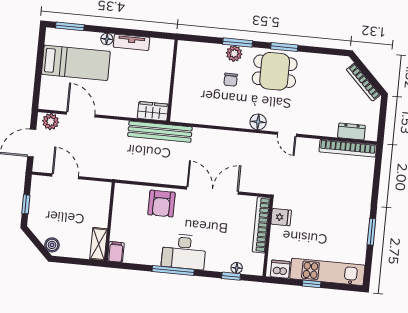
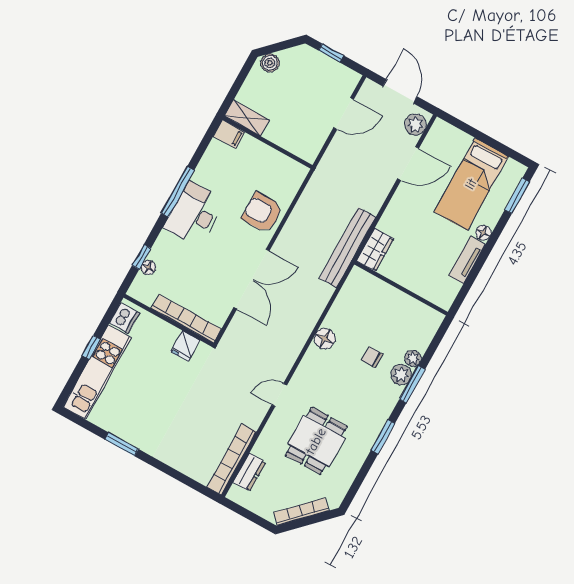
plant: (219, 50) -> (413, 358), added
dining table: (275, 71) -> (316, 441), moved
floor lamp: (258, 122) -> (325, 339), moved

